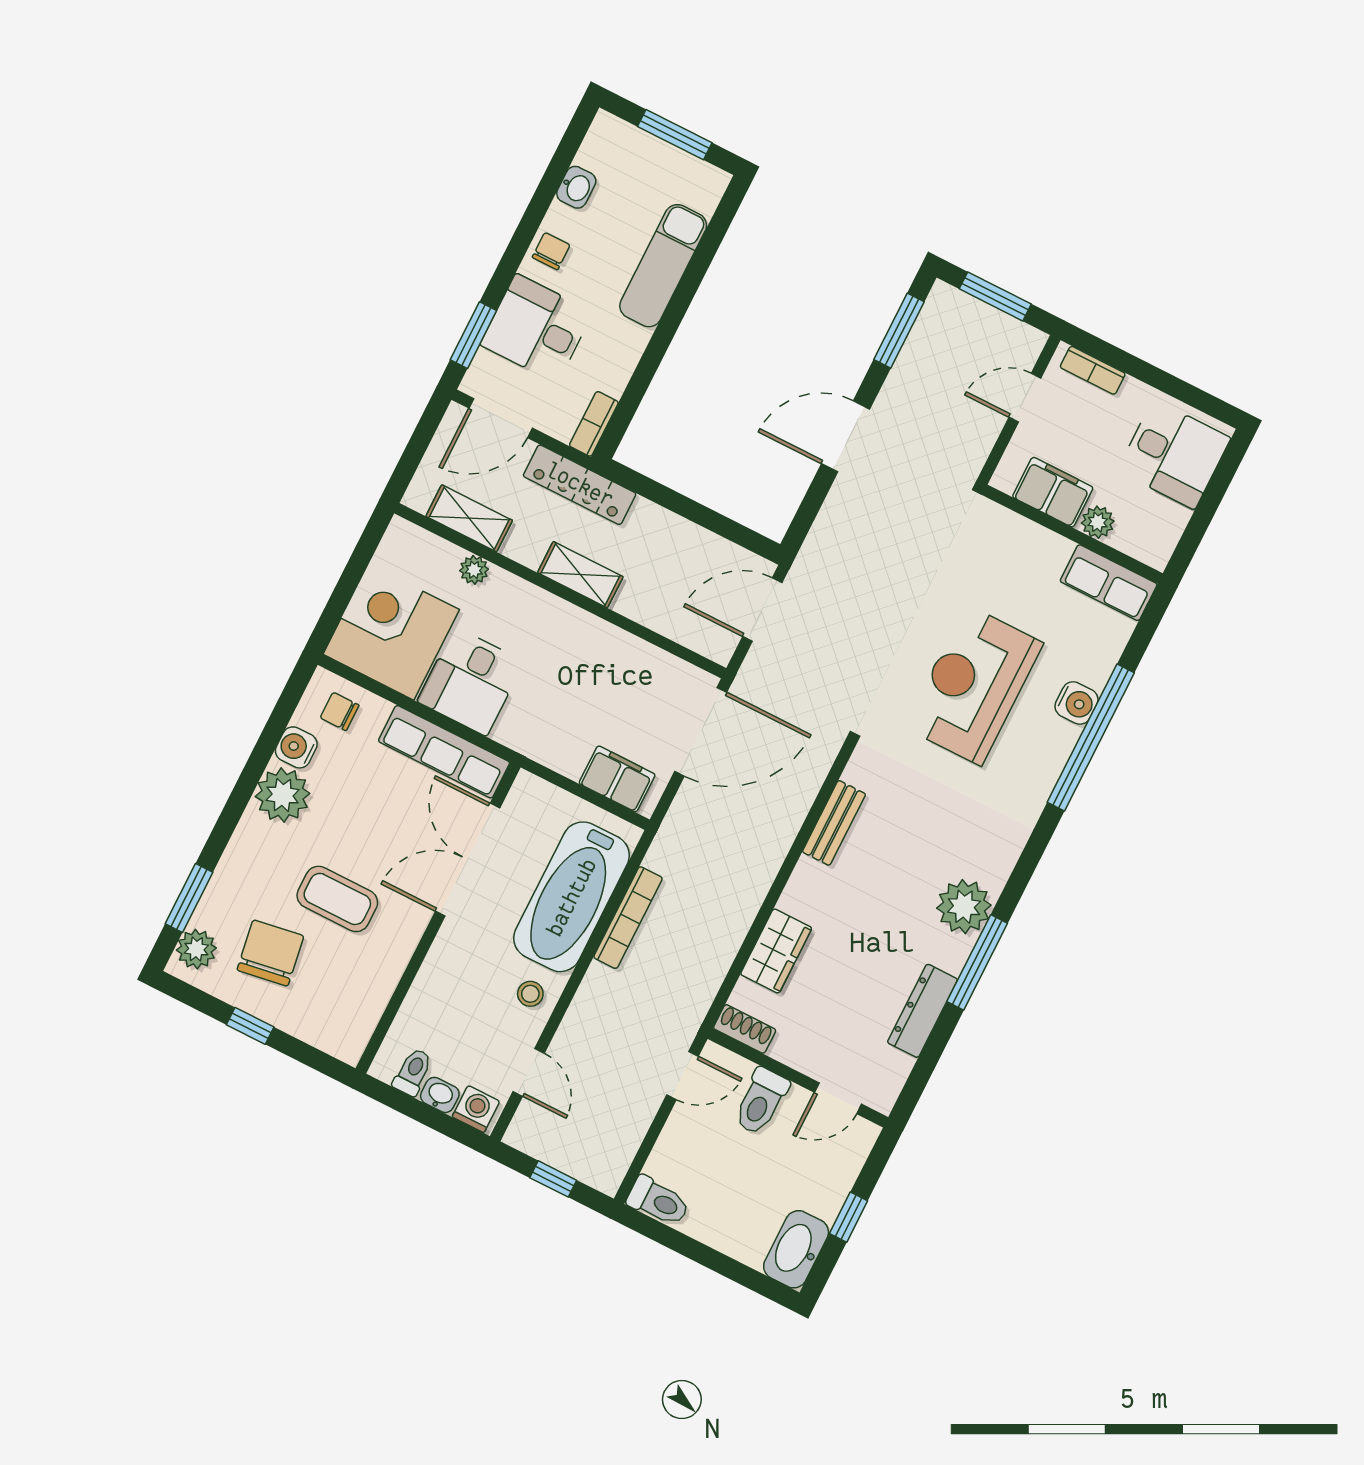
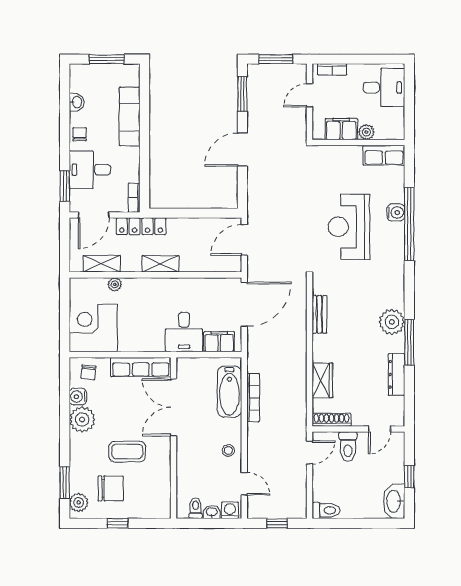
desk: (471, 682) -> (184, 332), moved
chair: (340, 711) -> (88, 372), turned -84
bathtub: (572, 897) -> (229, 392), width x0.73, depth x0.73
chair: (270, 953) -> (111, 488), turned 99
shoe rack: (745, 1029) -> (331, 420), width x1.43

